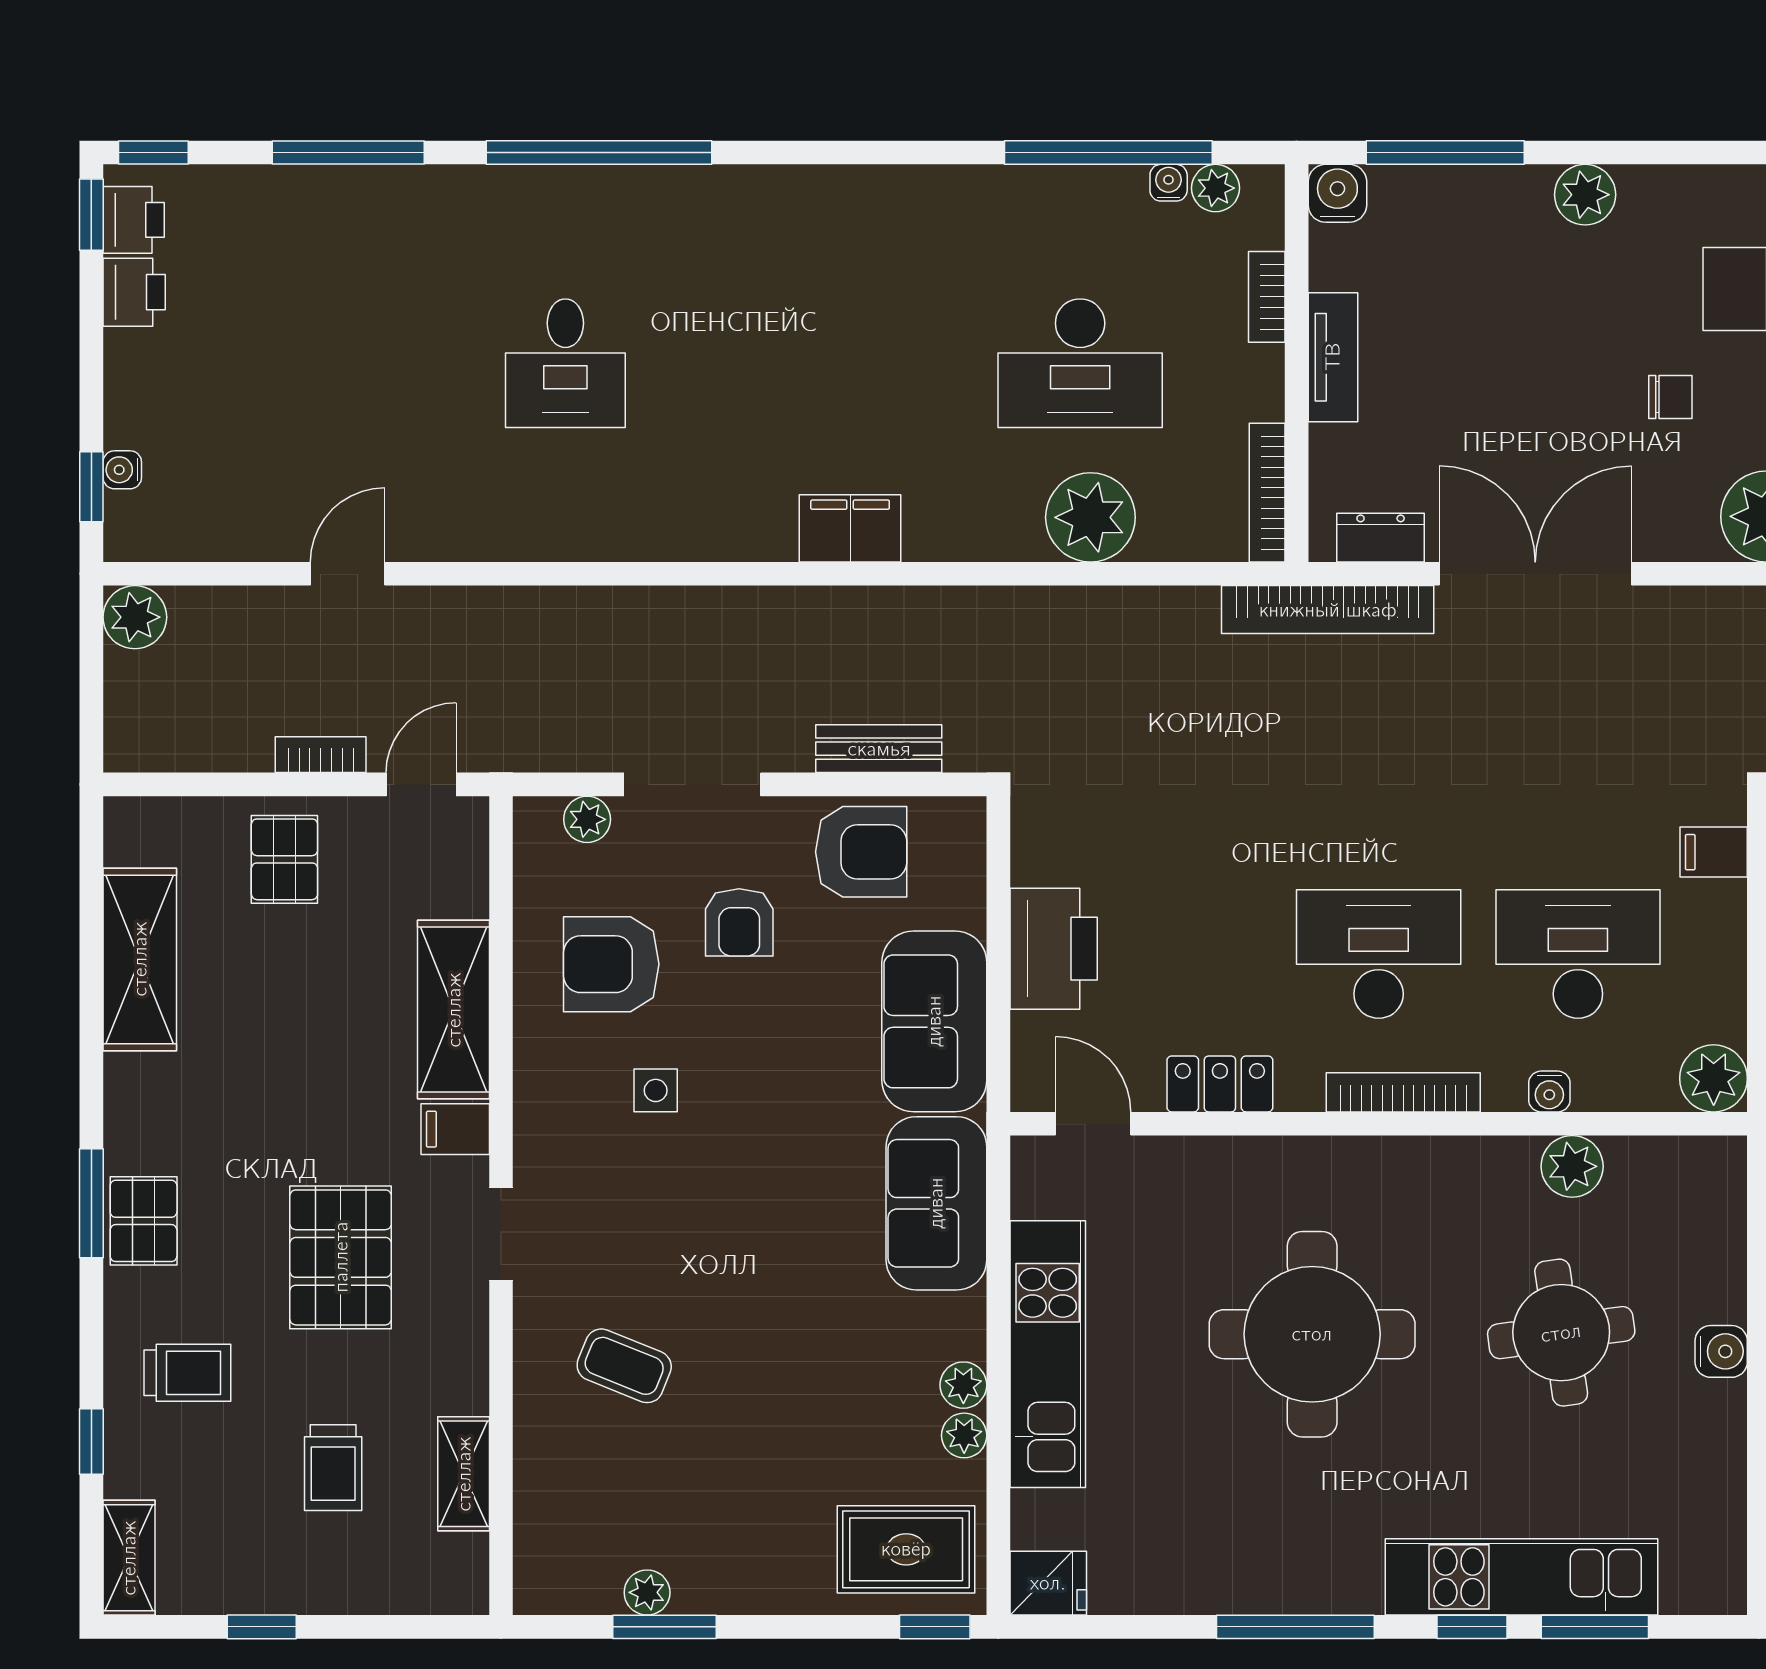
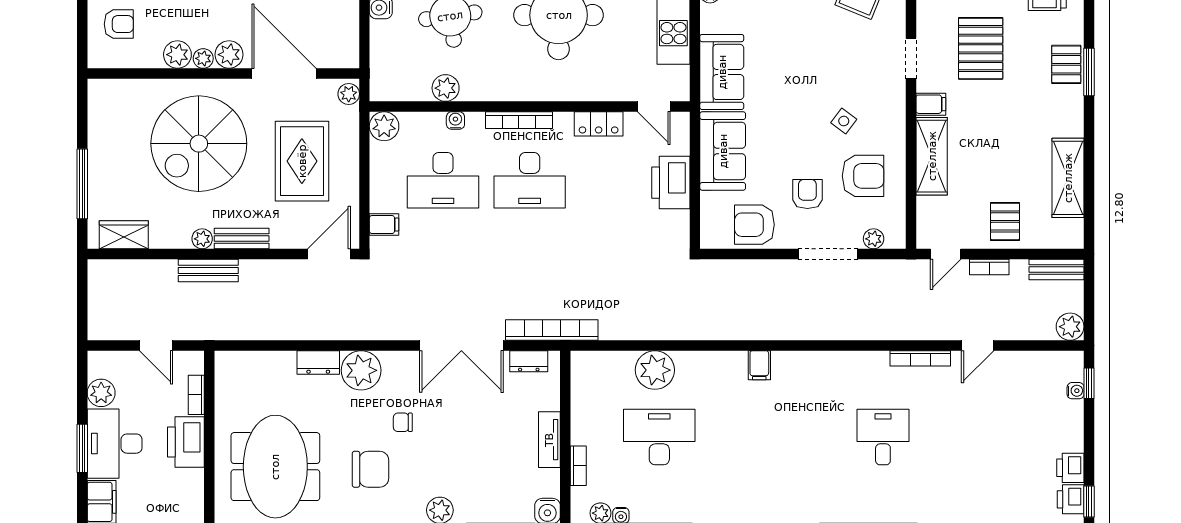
bookcase: (1267, 493) -> (920, 358), moved, turned 90
filing cabinet: (850, 528) -> (759, 365), width x0.50
bench: (879, 749) -> (1057, 270), moved
side table: (656, 1090) -> (844, 121), turned 37

